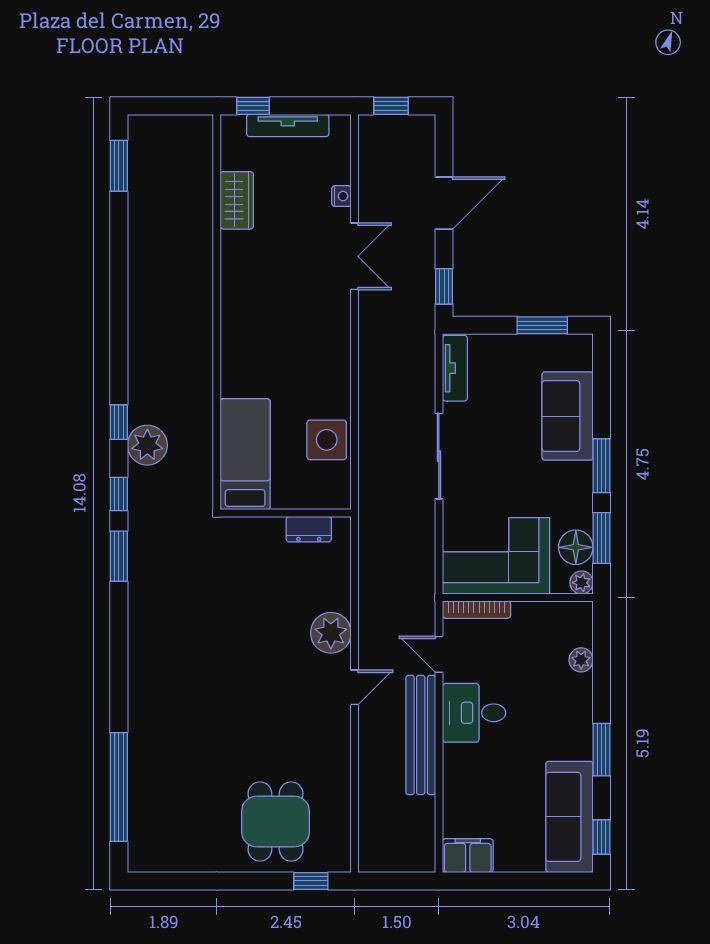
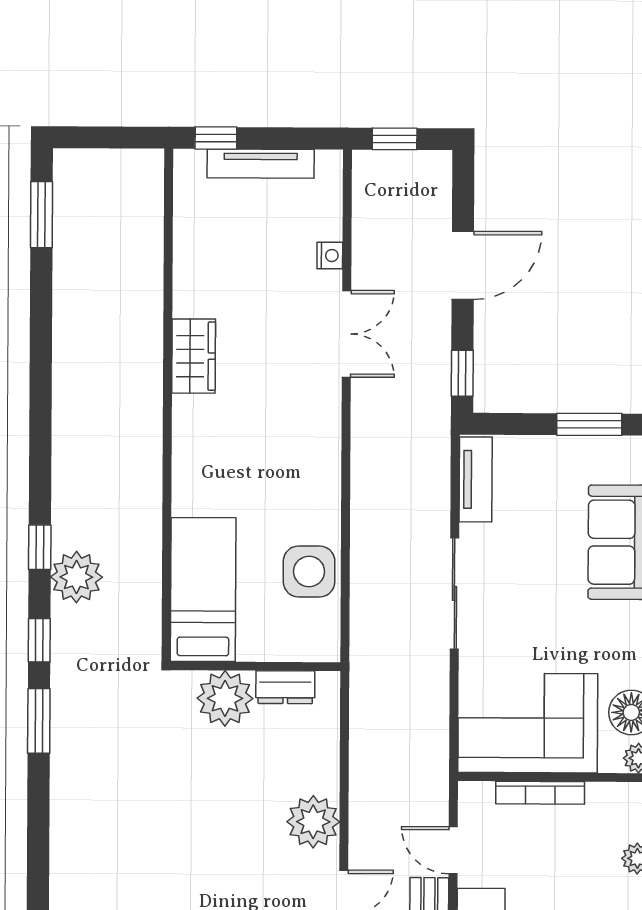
wardrobe: (237, 200) -> (194, 356), moved
plant: (262, 538) -> (225, 698), added
bookcase: (476, 610) -> (540, 793), moved

